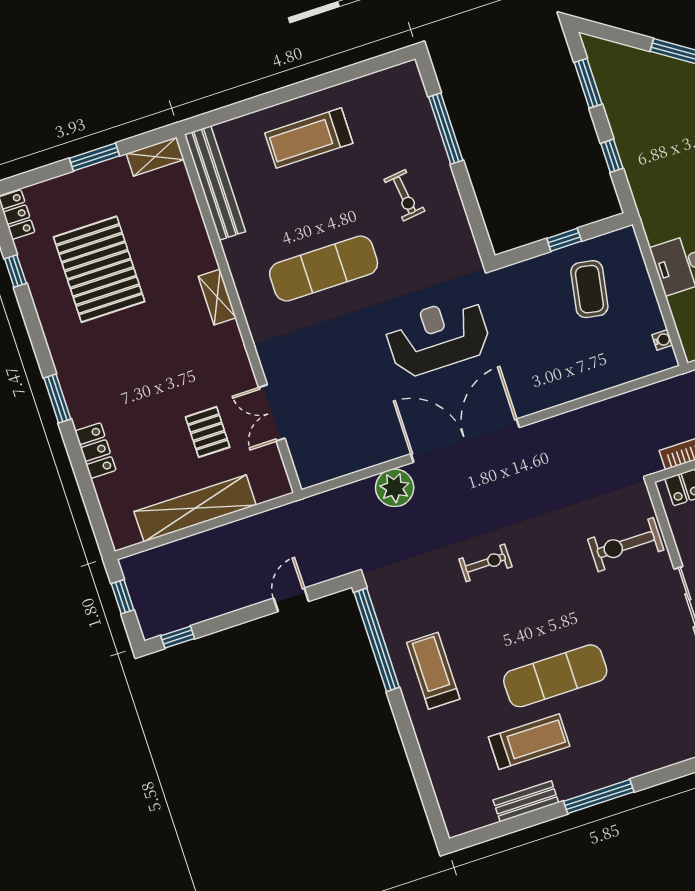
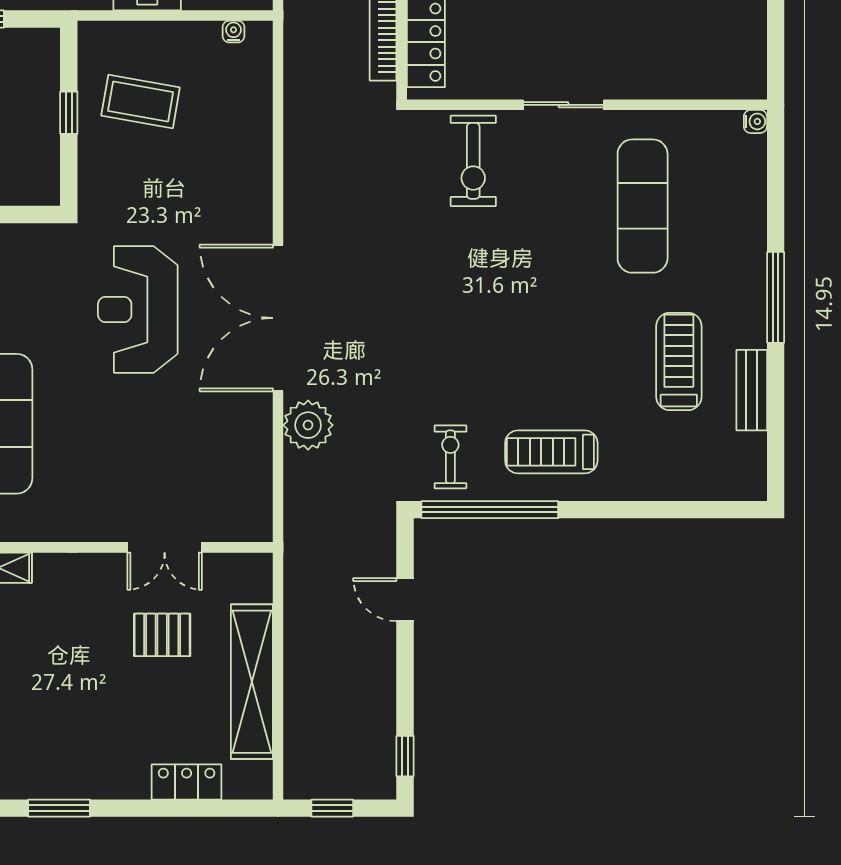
locker: (96, 451) -> (187, 782), moved
exercise bike: (485, 563) -> (450, 457), moved
exercise mat: (555, 676) -> (643, 206), moved

